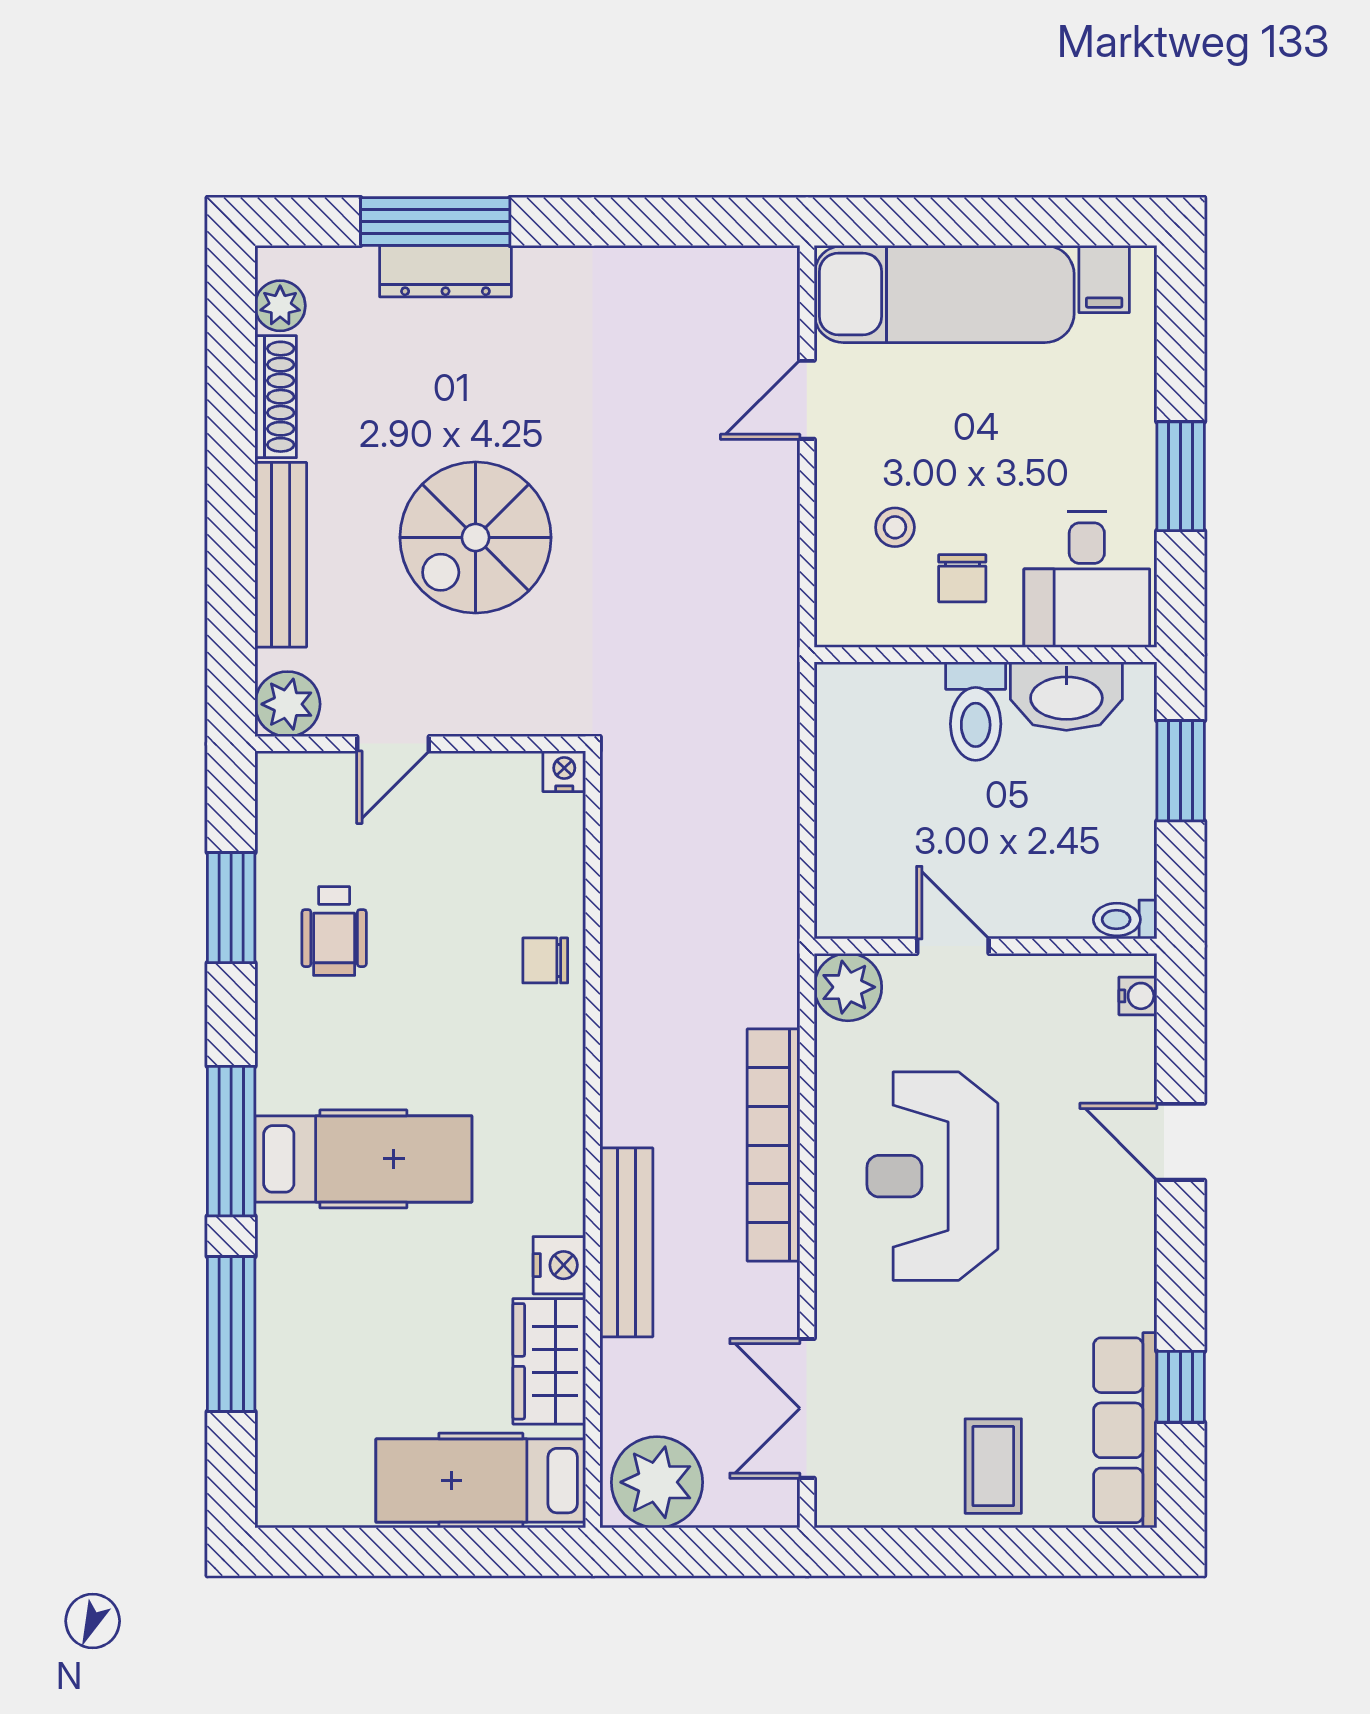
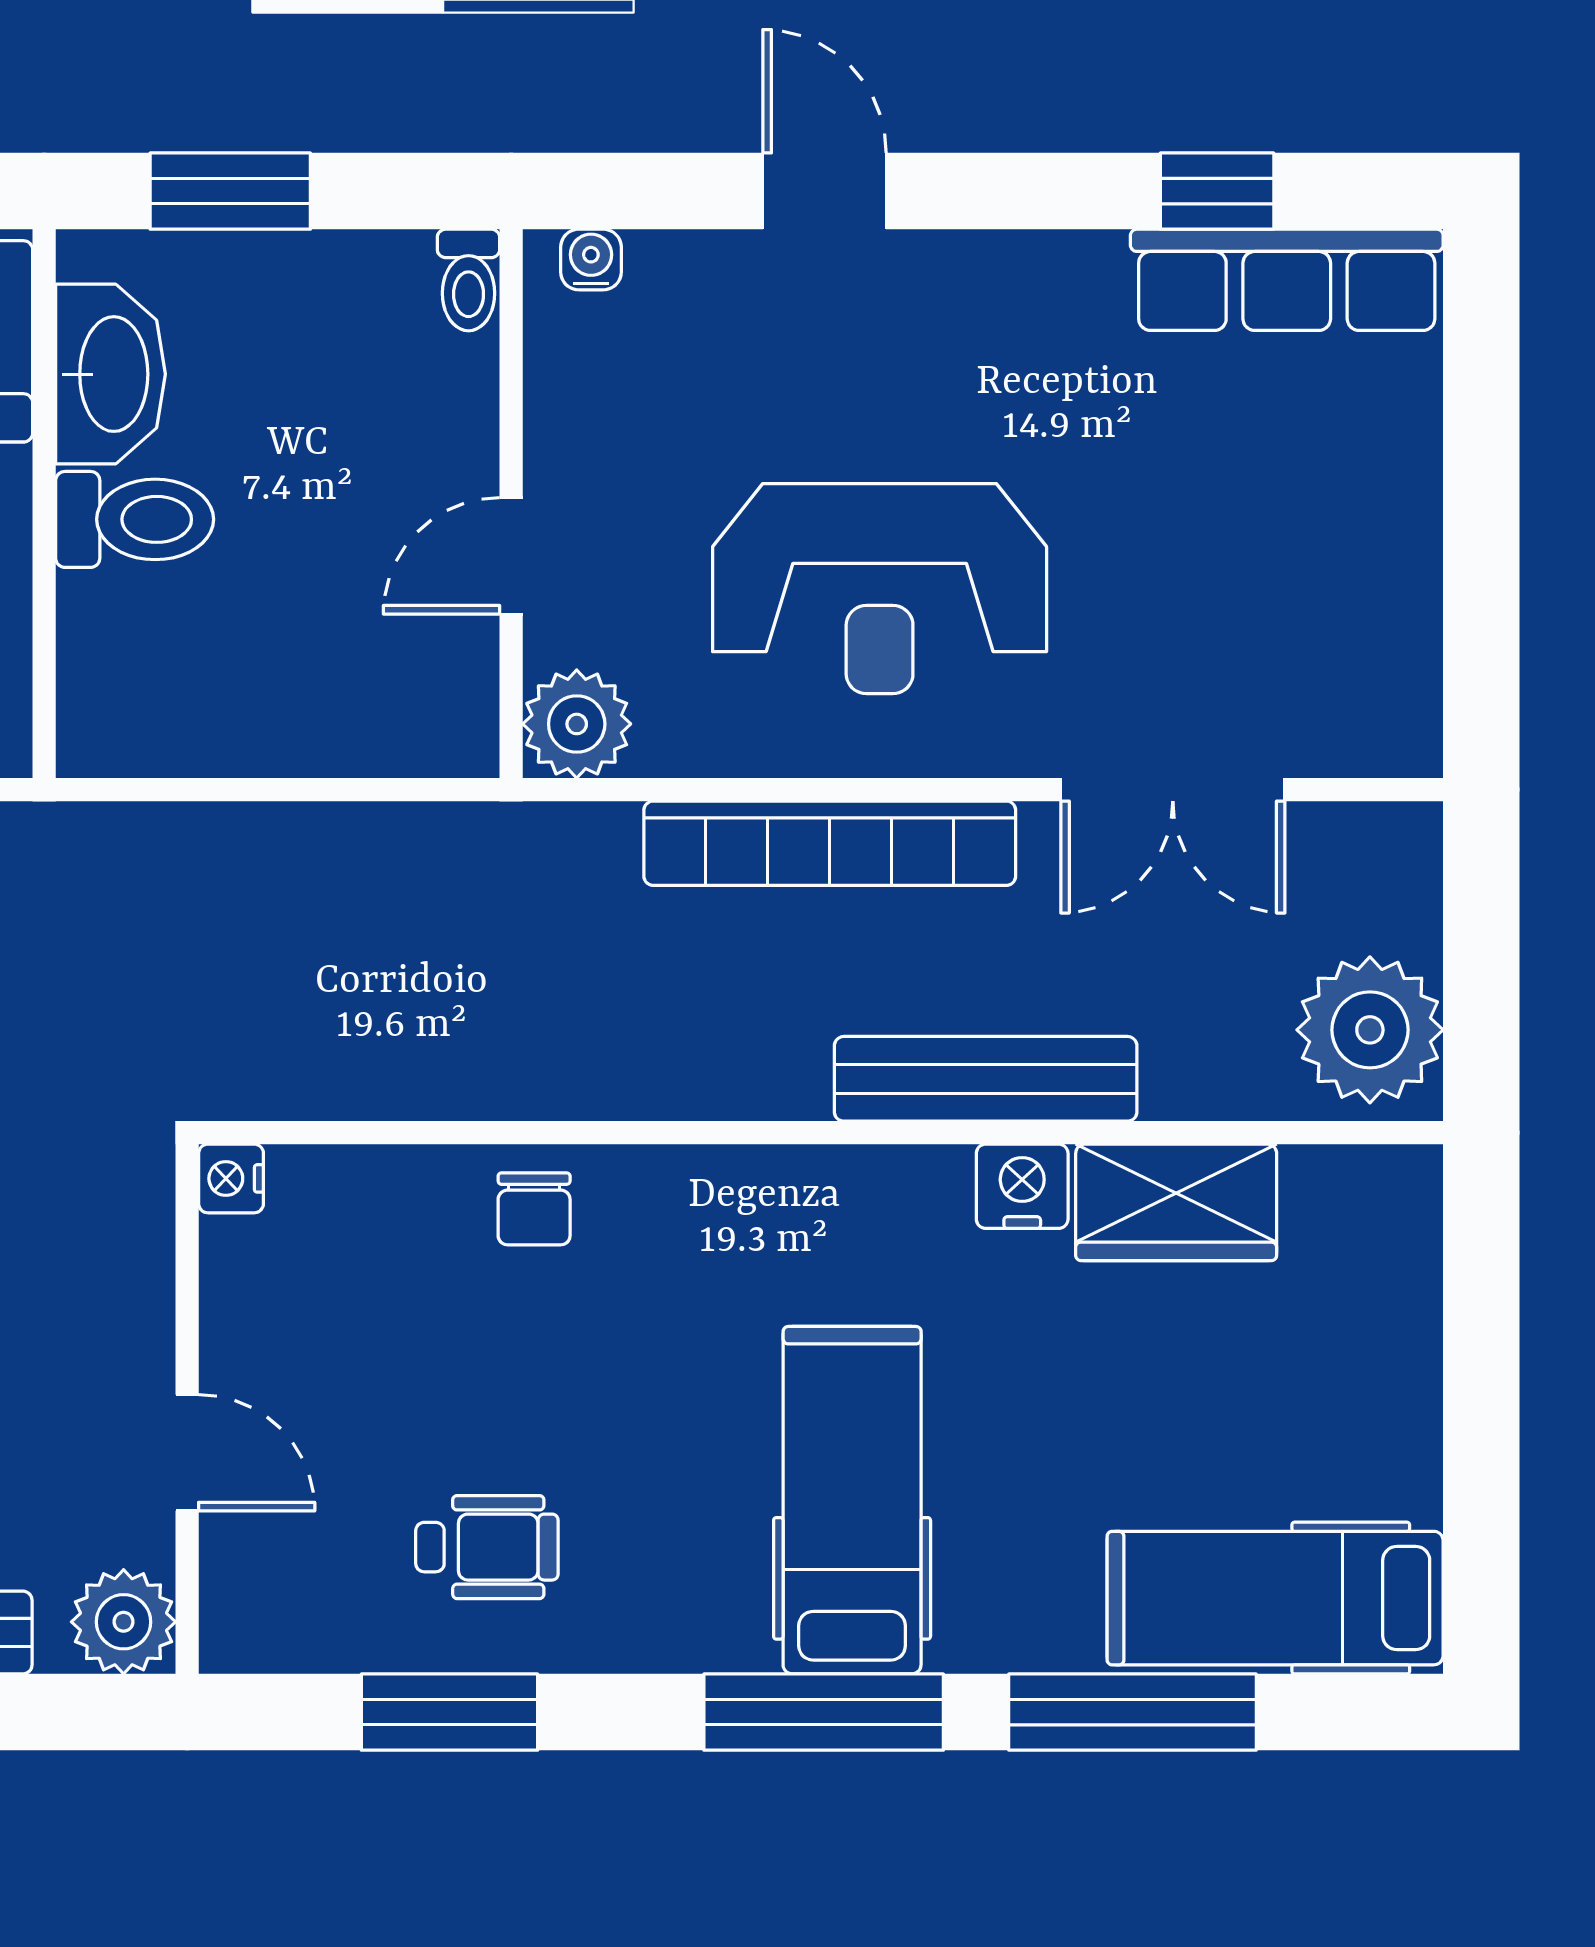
door: (1181, 1142) -> (825, 191), swing flipped
double door: (807, 1408) -> (1173, 790), moved
coffee table: (993, 1466) -> (1344, 491), removed
hospital bed: (481, 1481) -> (1275, 1598), moved, turned 90

